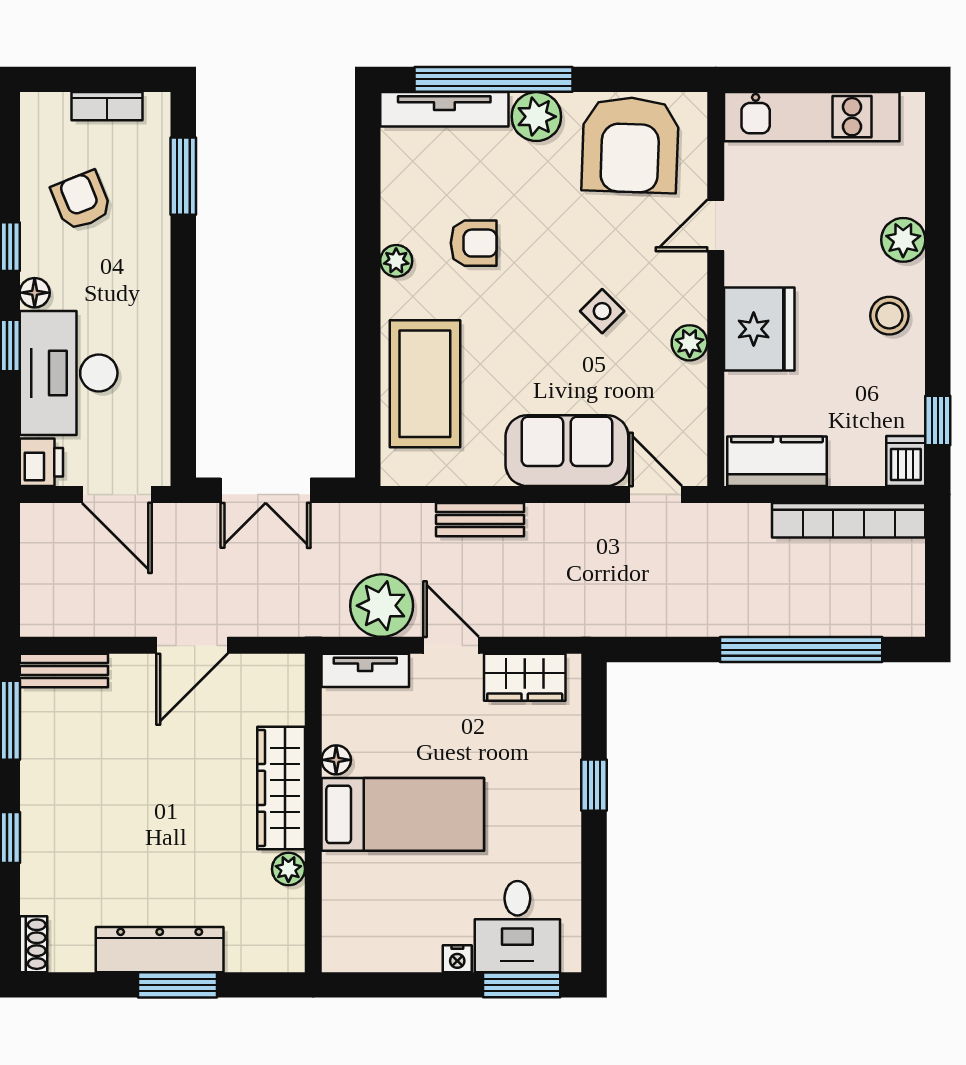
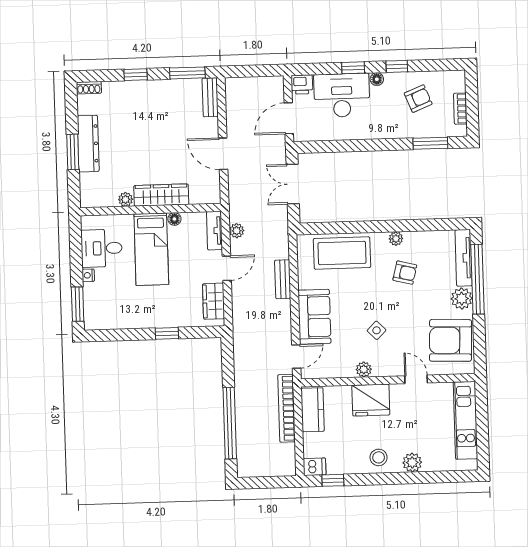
armchair: (474, 243) -> (405, 273), turned -76
bookcase: (849, 520) -> (286, 408), moved
plant: (382, 606) -> (237, 231), width x0.53, depth x0.53
desk: (517, 927) -> (102, 248), moved

